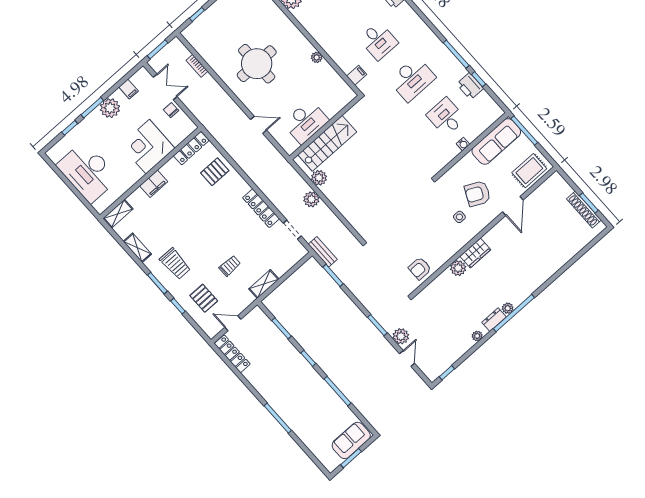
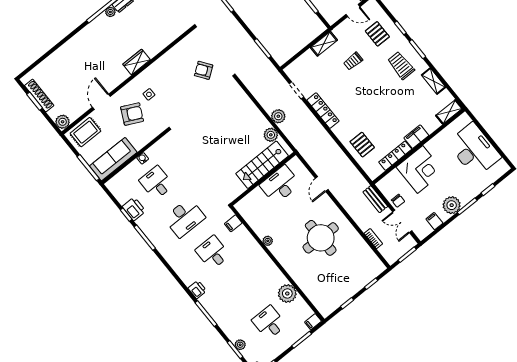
desk: (412, 79) -> (185, 218), turned 180
desk: (446, 117) -> (156, 183), turned 180
door: (259, 125) -> (322, 184), hinge flipped
locker: (191, 148) -> (395, 156), moved
pallet: (215, 172) -> (362, 145), turned 90
bench: (323, 252) -> (375, 199), moved
armchair: (420, 268) -> (204, 70), moved, turned -126
plant: (458, 268) -> (63, 122), moved

